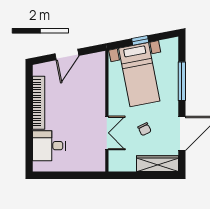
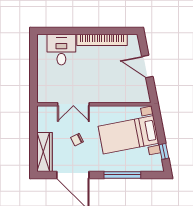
window: (140, 40) -> (164, 151), moved

